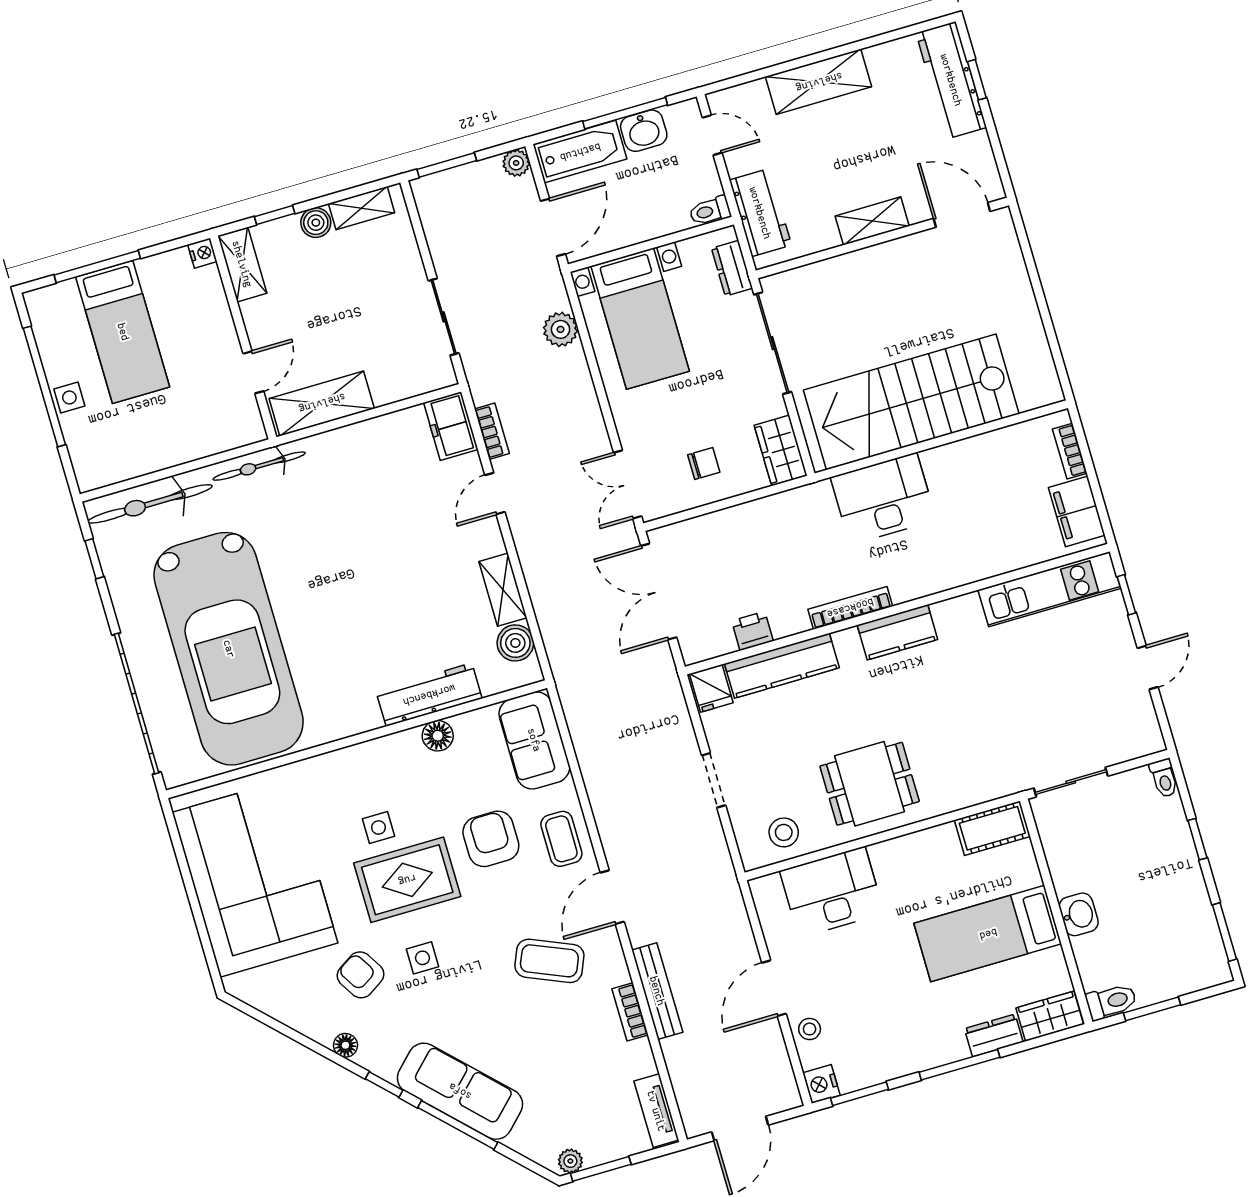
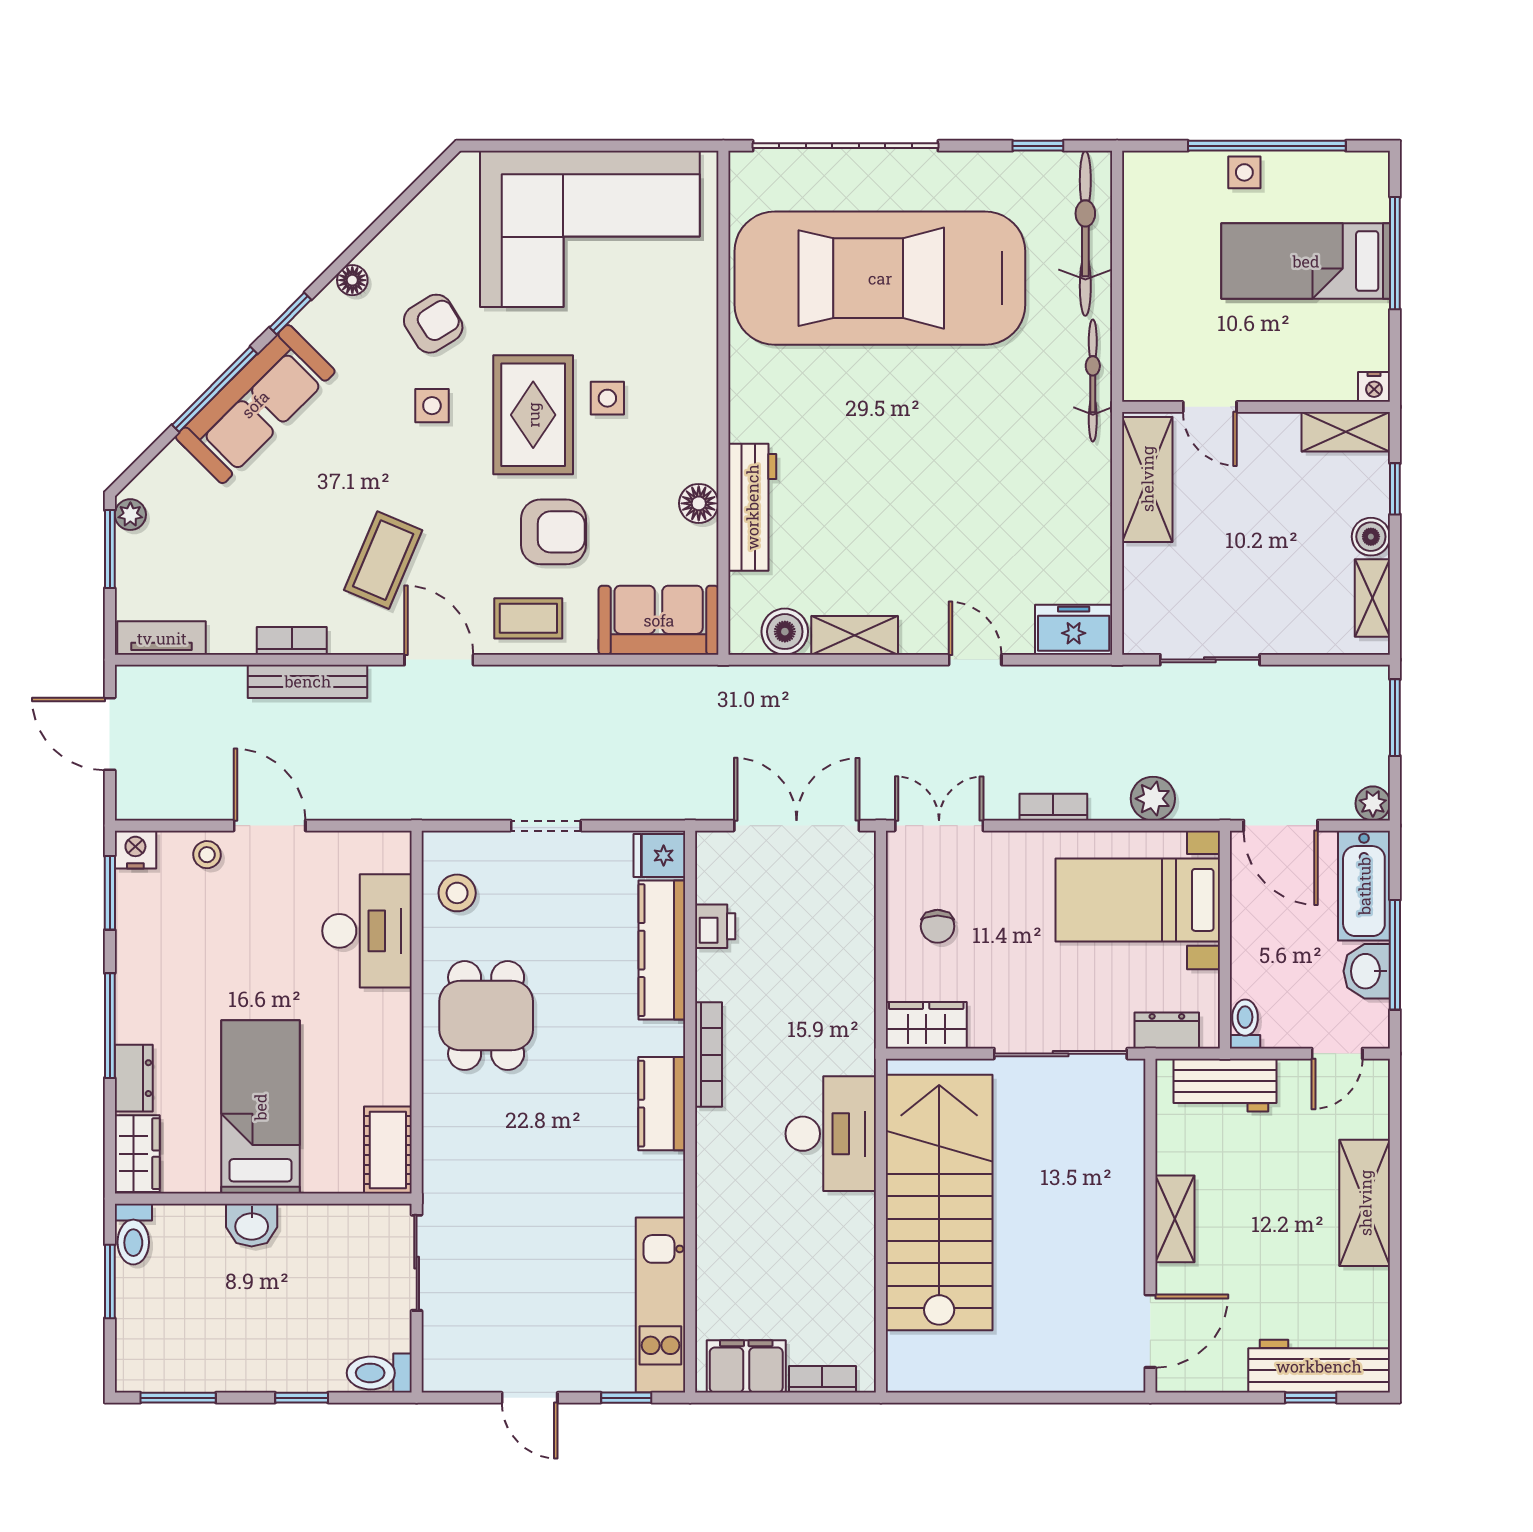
bookcase: (492, 431) -> (1053, 807), moved, turned 180
toilet: (1164, 778) -> (379, 1373), width x1.37, depth x1.39

